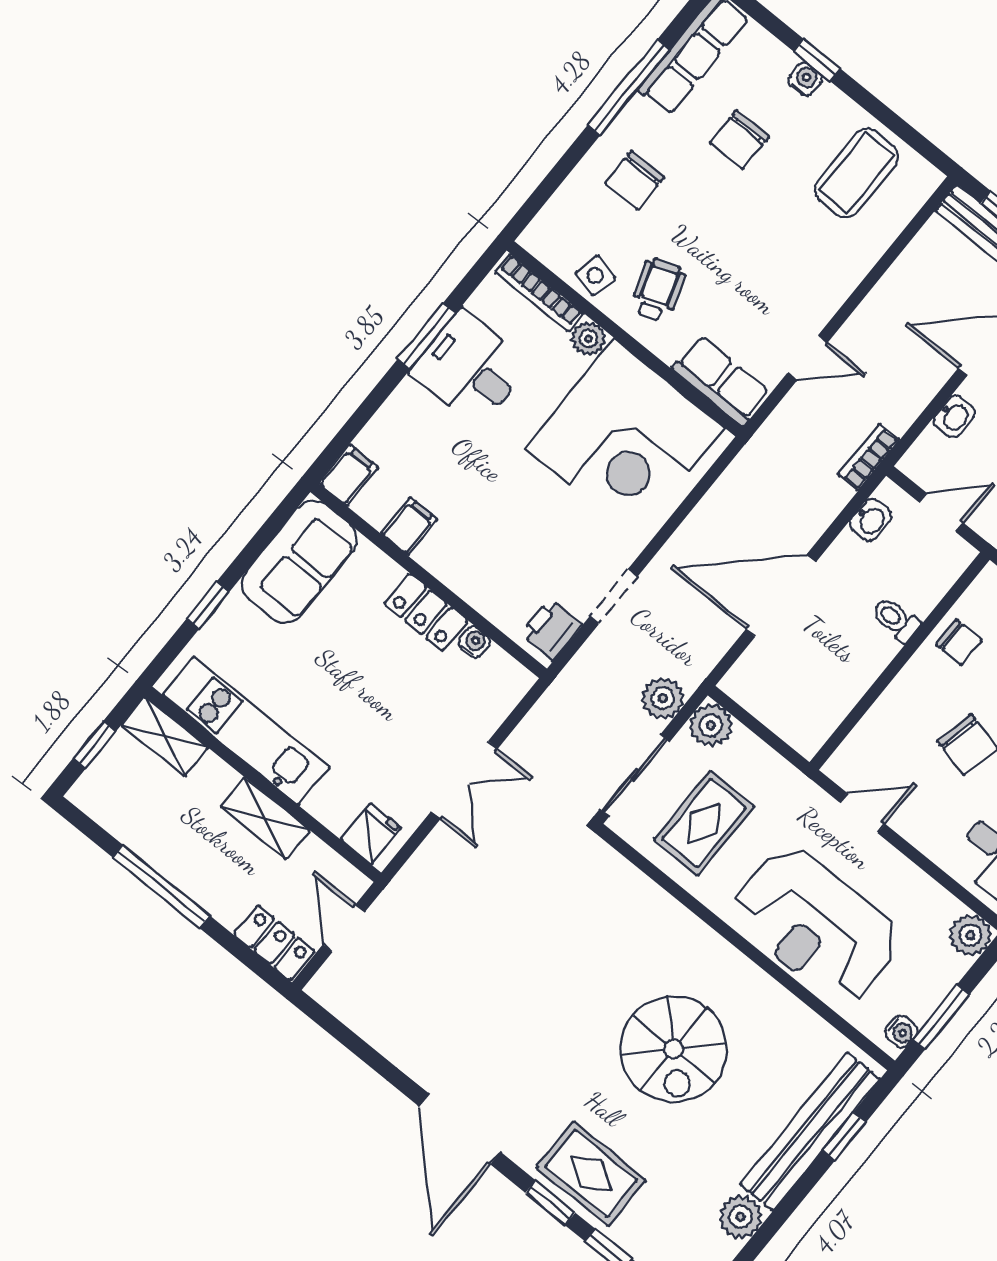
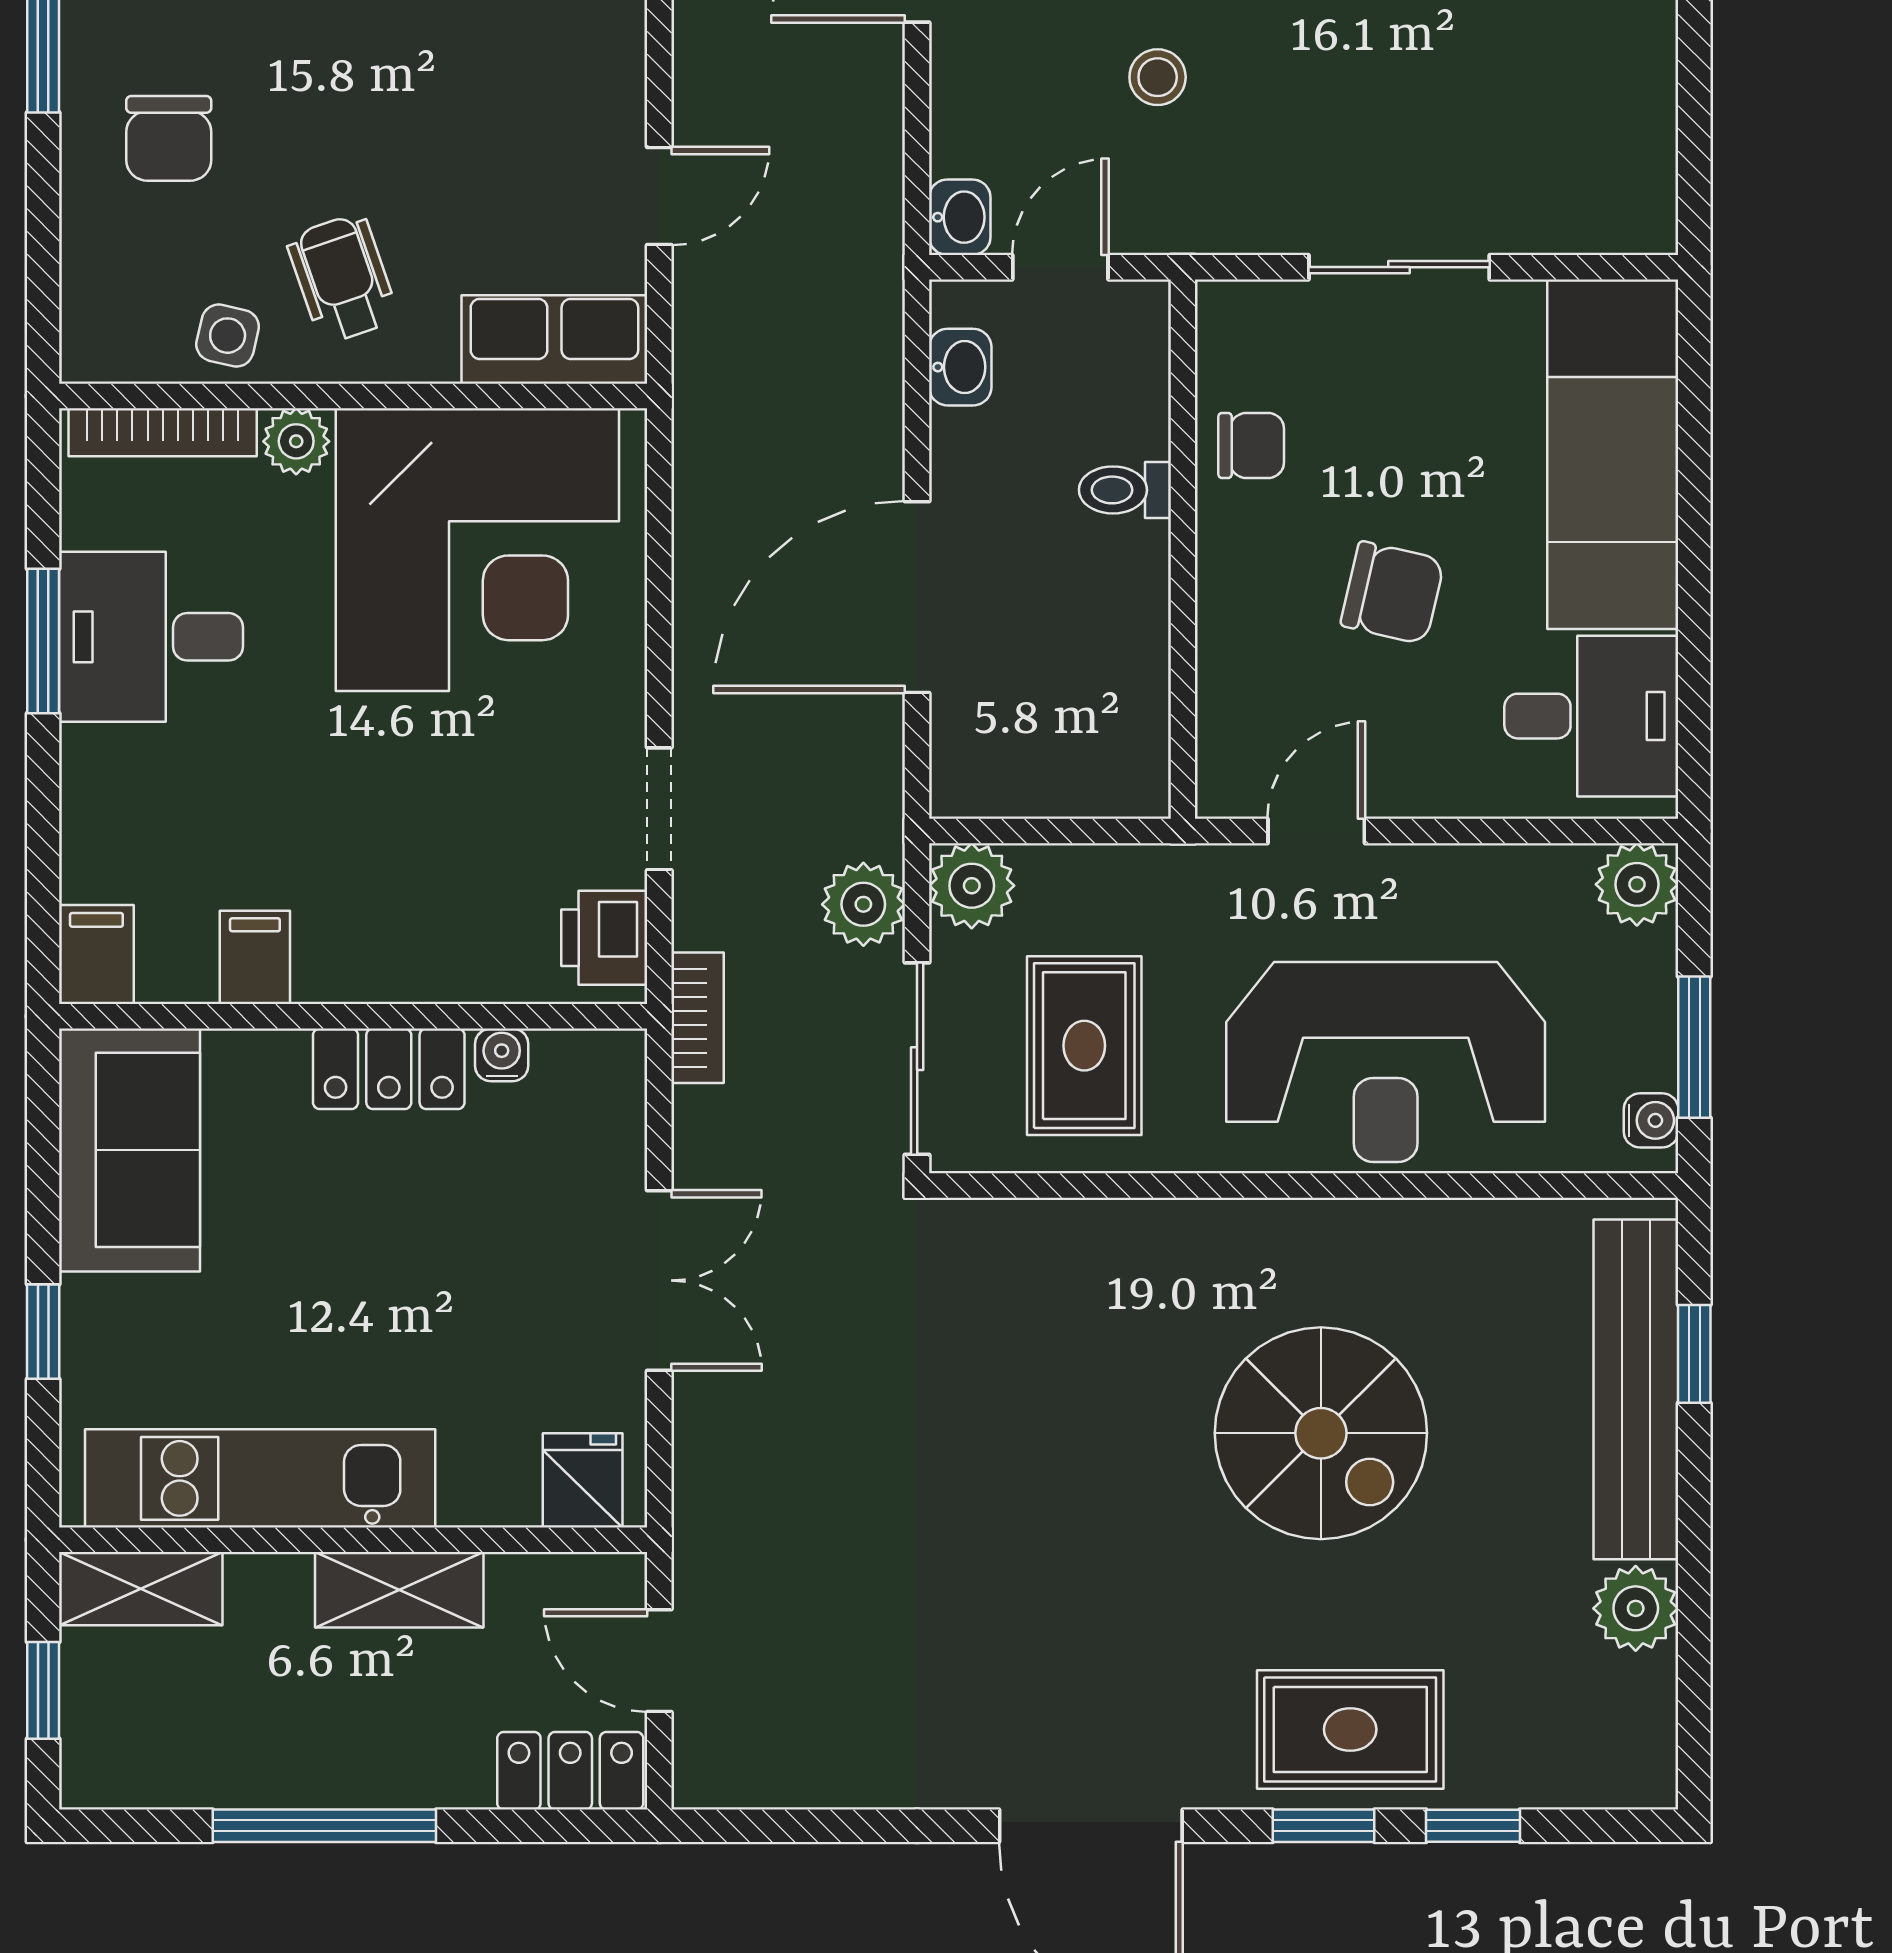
washbasin: (954, 416) -> (960, 217), moved
bookcase: (869, 457) -> (698, 1018), moved, turned 180

